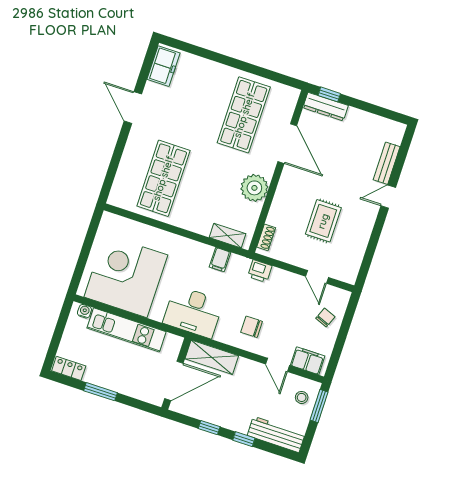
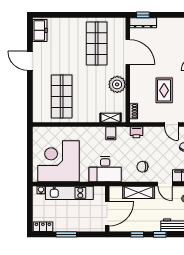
shelving: (212, 357) -> (139, 192), moved

